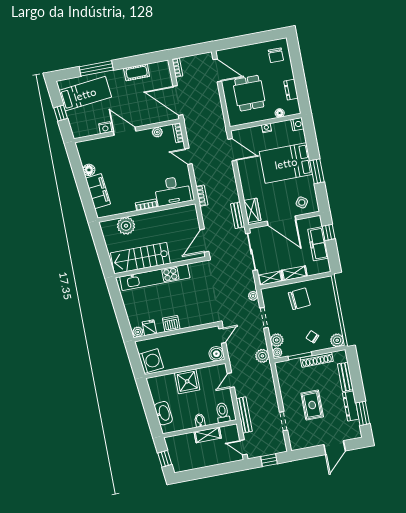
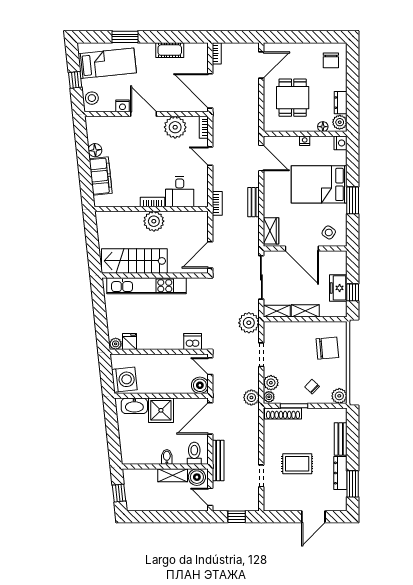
window: (96, 68) -> (125, 37), width x0.69
door: (217, 70) -> (261, 65), hinge flipped
plant: (293, 107) -> (340, 122), added
stool: (78, 126) -> (92, 98), added
plant: (157, 132) -> (175, 127), width x1.87, depth x1.87
desk: (172, 191) -> (180, 192), width x0.73
bench: (238, 215) -> (254, 202), moved
plant: (126, 226) -> (154, 221), moved
window: (329, 232) -> (353, 292), moved
freezer: (318, 244) -> (338, 288), width x0.71
plant: (253, 296) -> (249, 323), width x1.87, depth x1.87
chair: (299, 299) -> (327, 348), moved
dishwasher: (171, 324) -> (193, 342), moved
door: (222, 336) -> (210, 366), swing flipped
shoe rack: (317, 360) -> (283, 413), moved
door: (231, 380) -> (210, 418), width x1.88
rug: (312, 405) -> (297, 464), turned 90
washbasin: (163, 413) -> (134, 406), moved, turned 96
boiler: (229, 433) -> (197, 477), added

